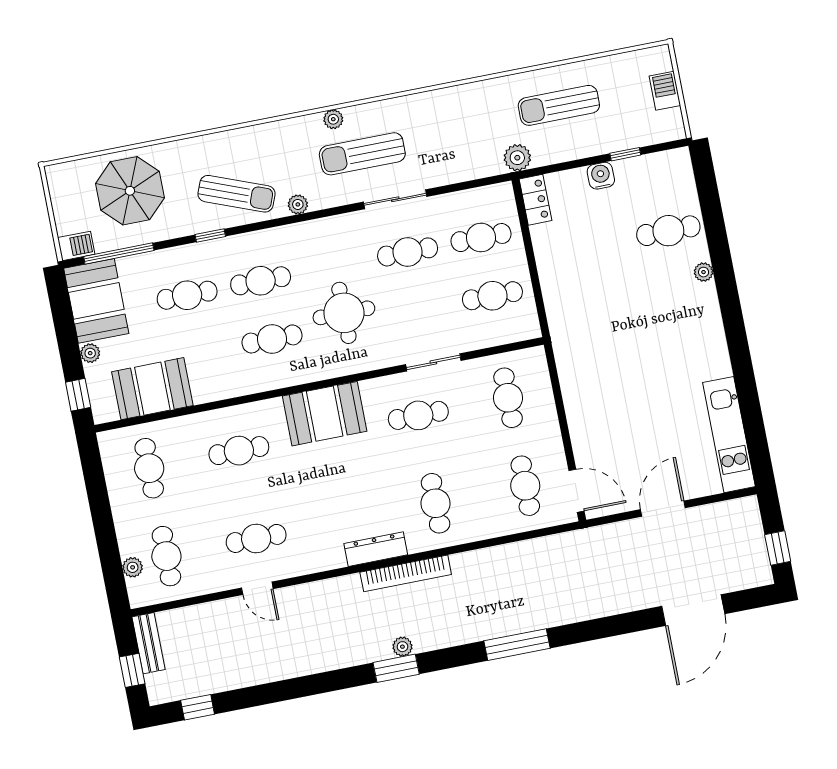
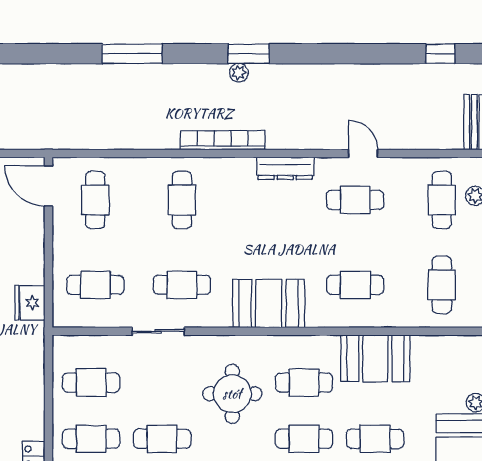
fridge: (572, 366) -> (30, 303), added
booth: (152, 389) -> (375, 358), moved
cafe table: (508, 398) -> (95, 285), turned 90
dresser: (376, 549) -> (285, 168), moved

